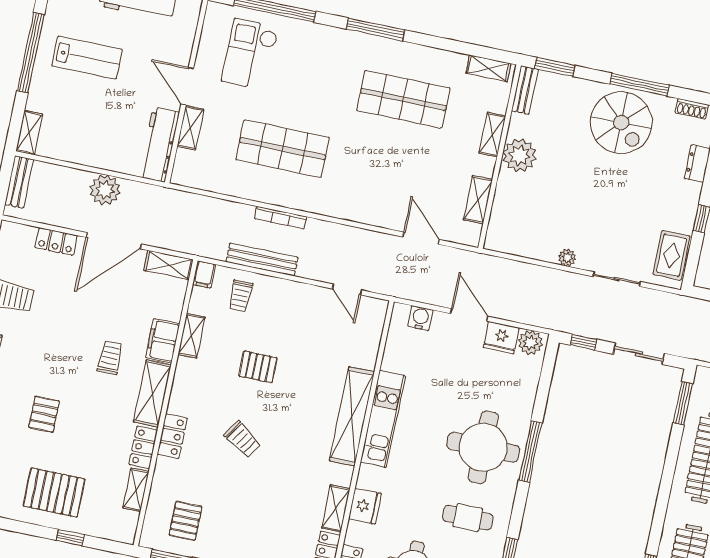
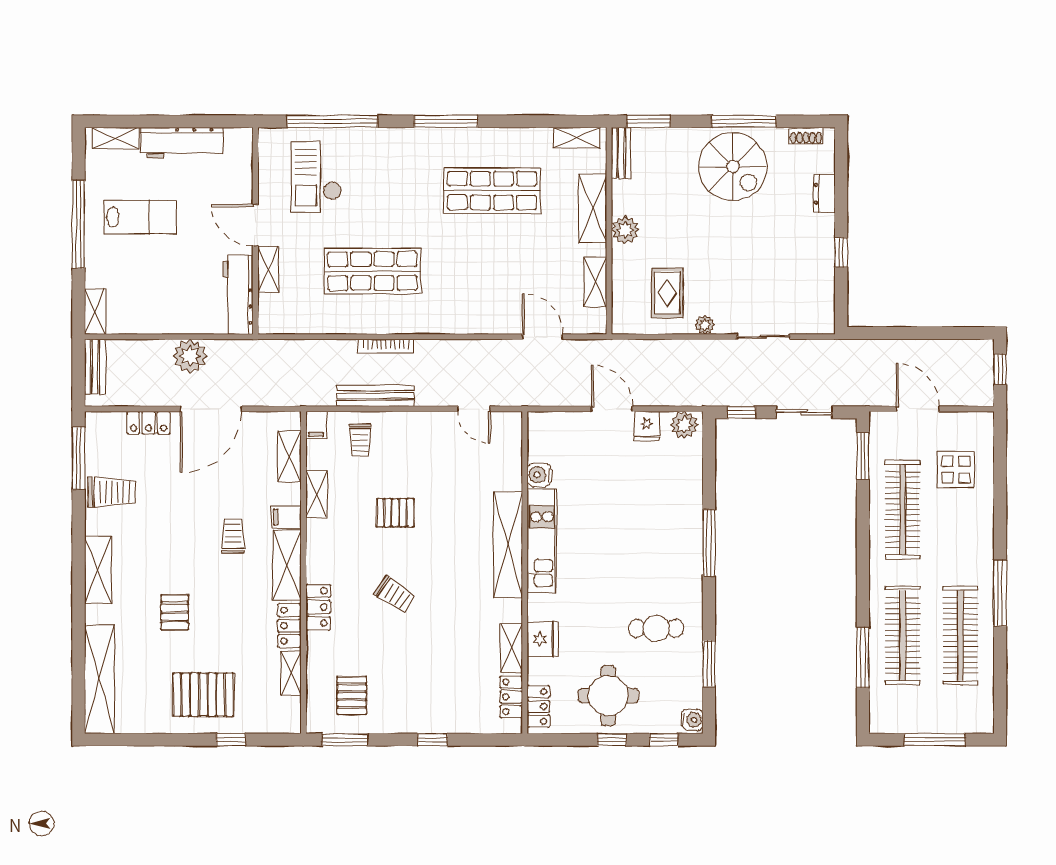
shelving: (492, 135) -> (593, 209), width x1.50, depth x1.33
plant: (520, 155) -> (625, 230), width x0.73, depth x0.73
rug: (672, 255) -> (667, 293), moved
shelving: (169, 265) -> (290, 456), moved, turned 90
water cooler: (420, 318) -> (539, 475), moved, turned -90
fridge: (501, 338) -> (647, 426), width x0.72
filing cabinet: (163, 341) -> (286, 517), width x0.50
round table: (483, 447) -> (657, 549), removed

